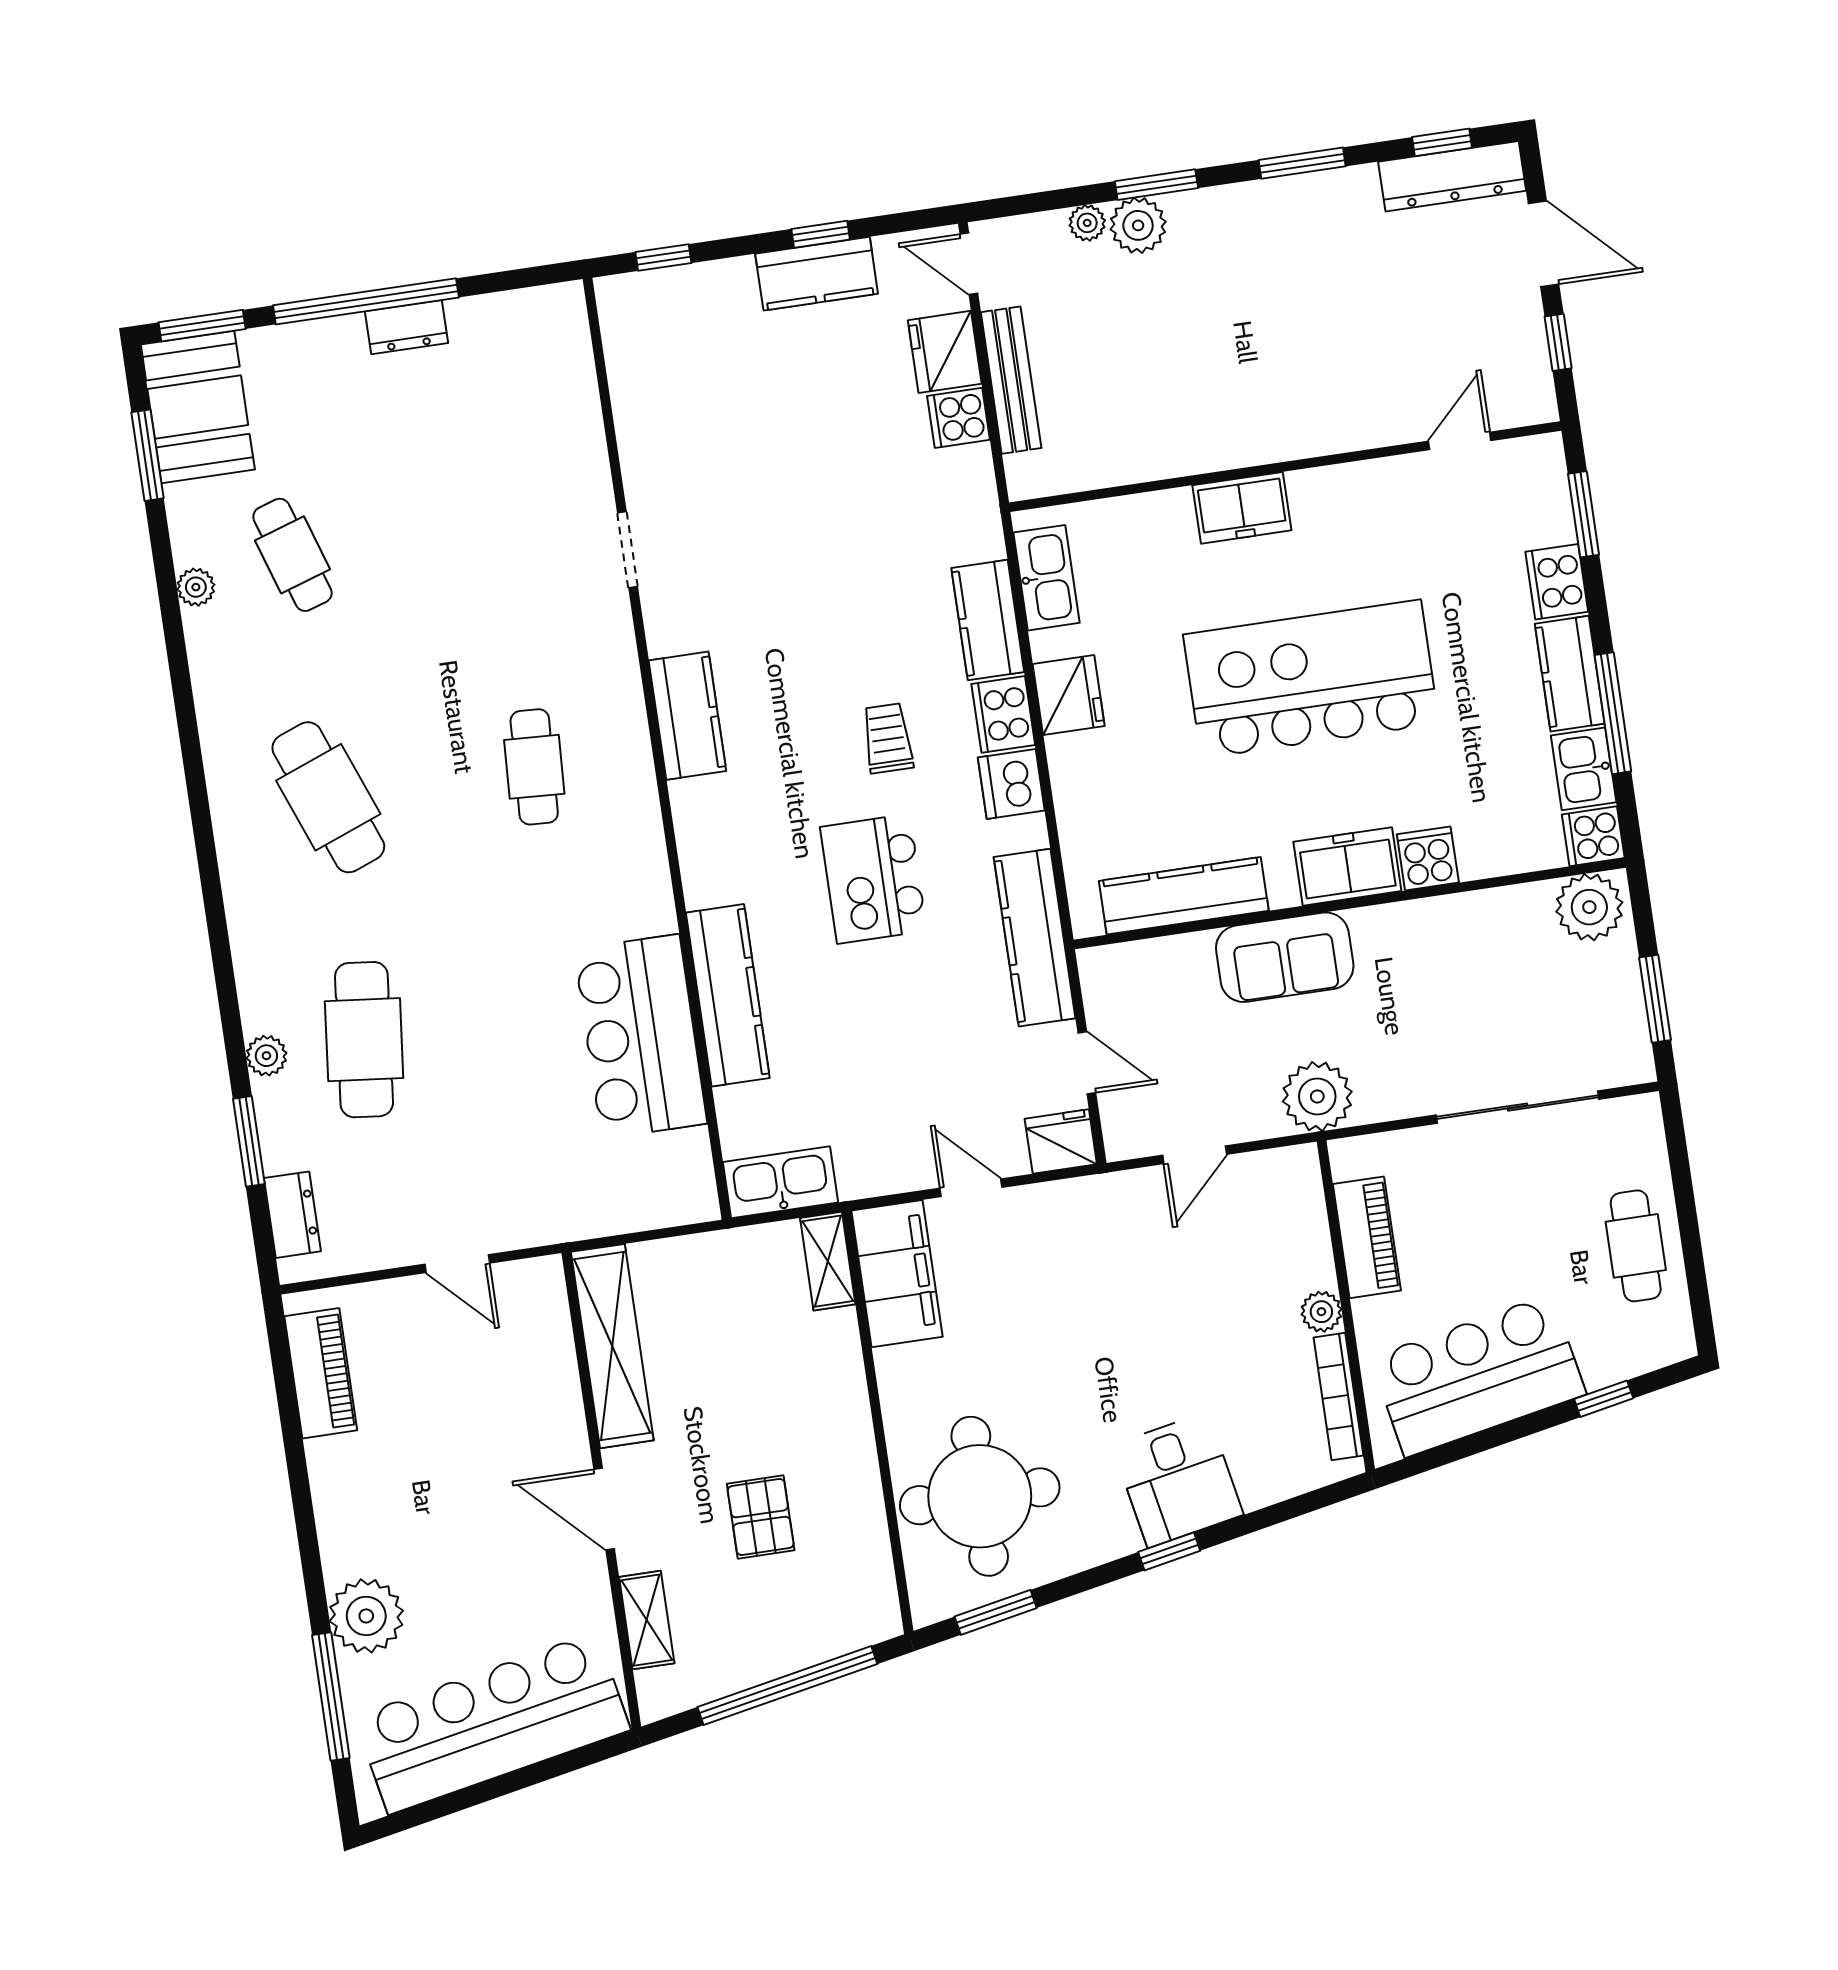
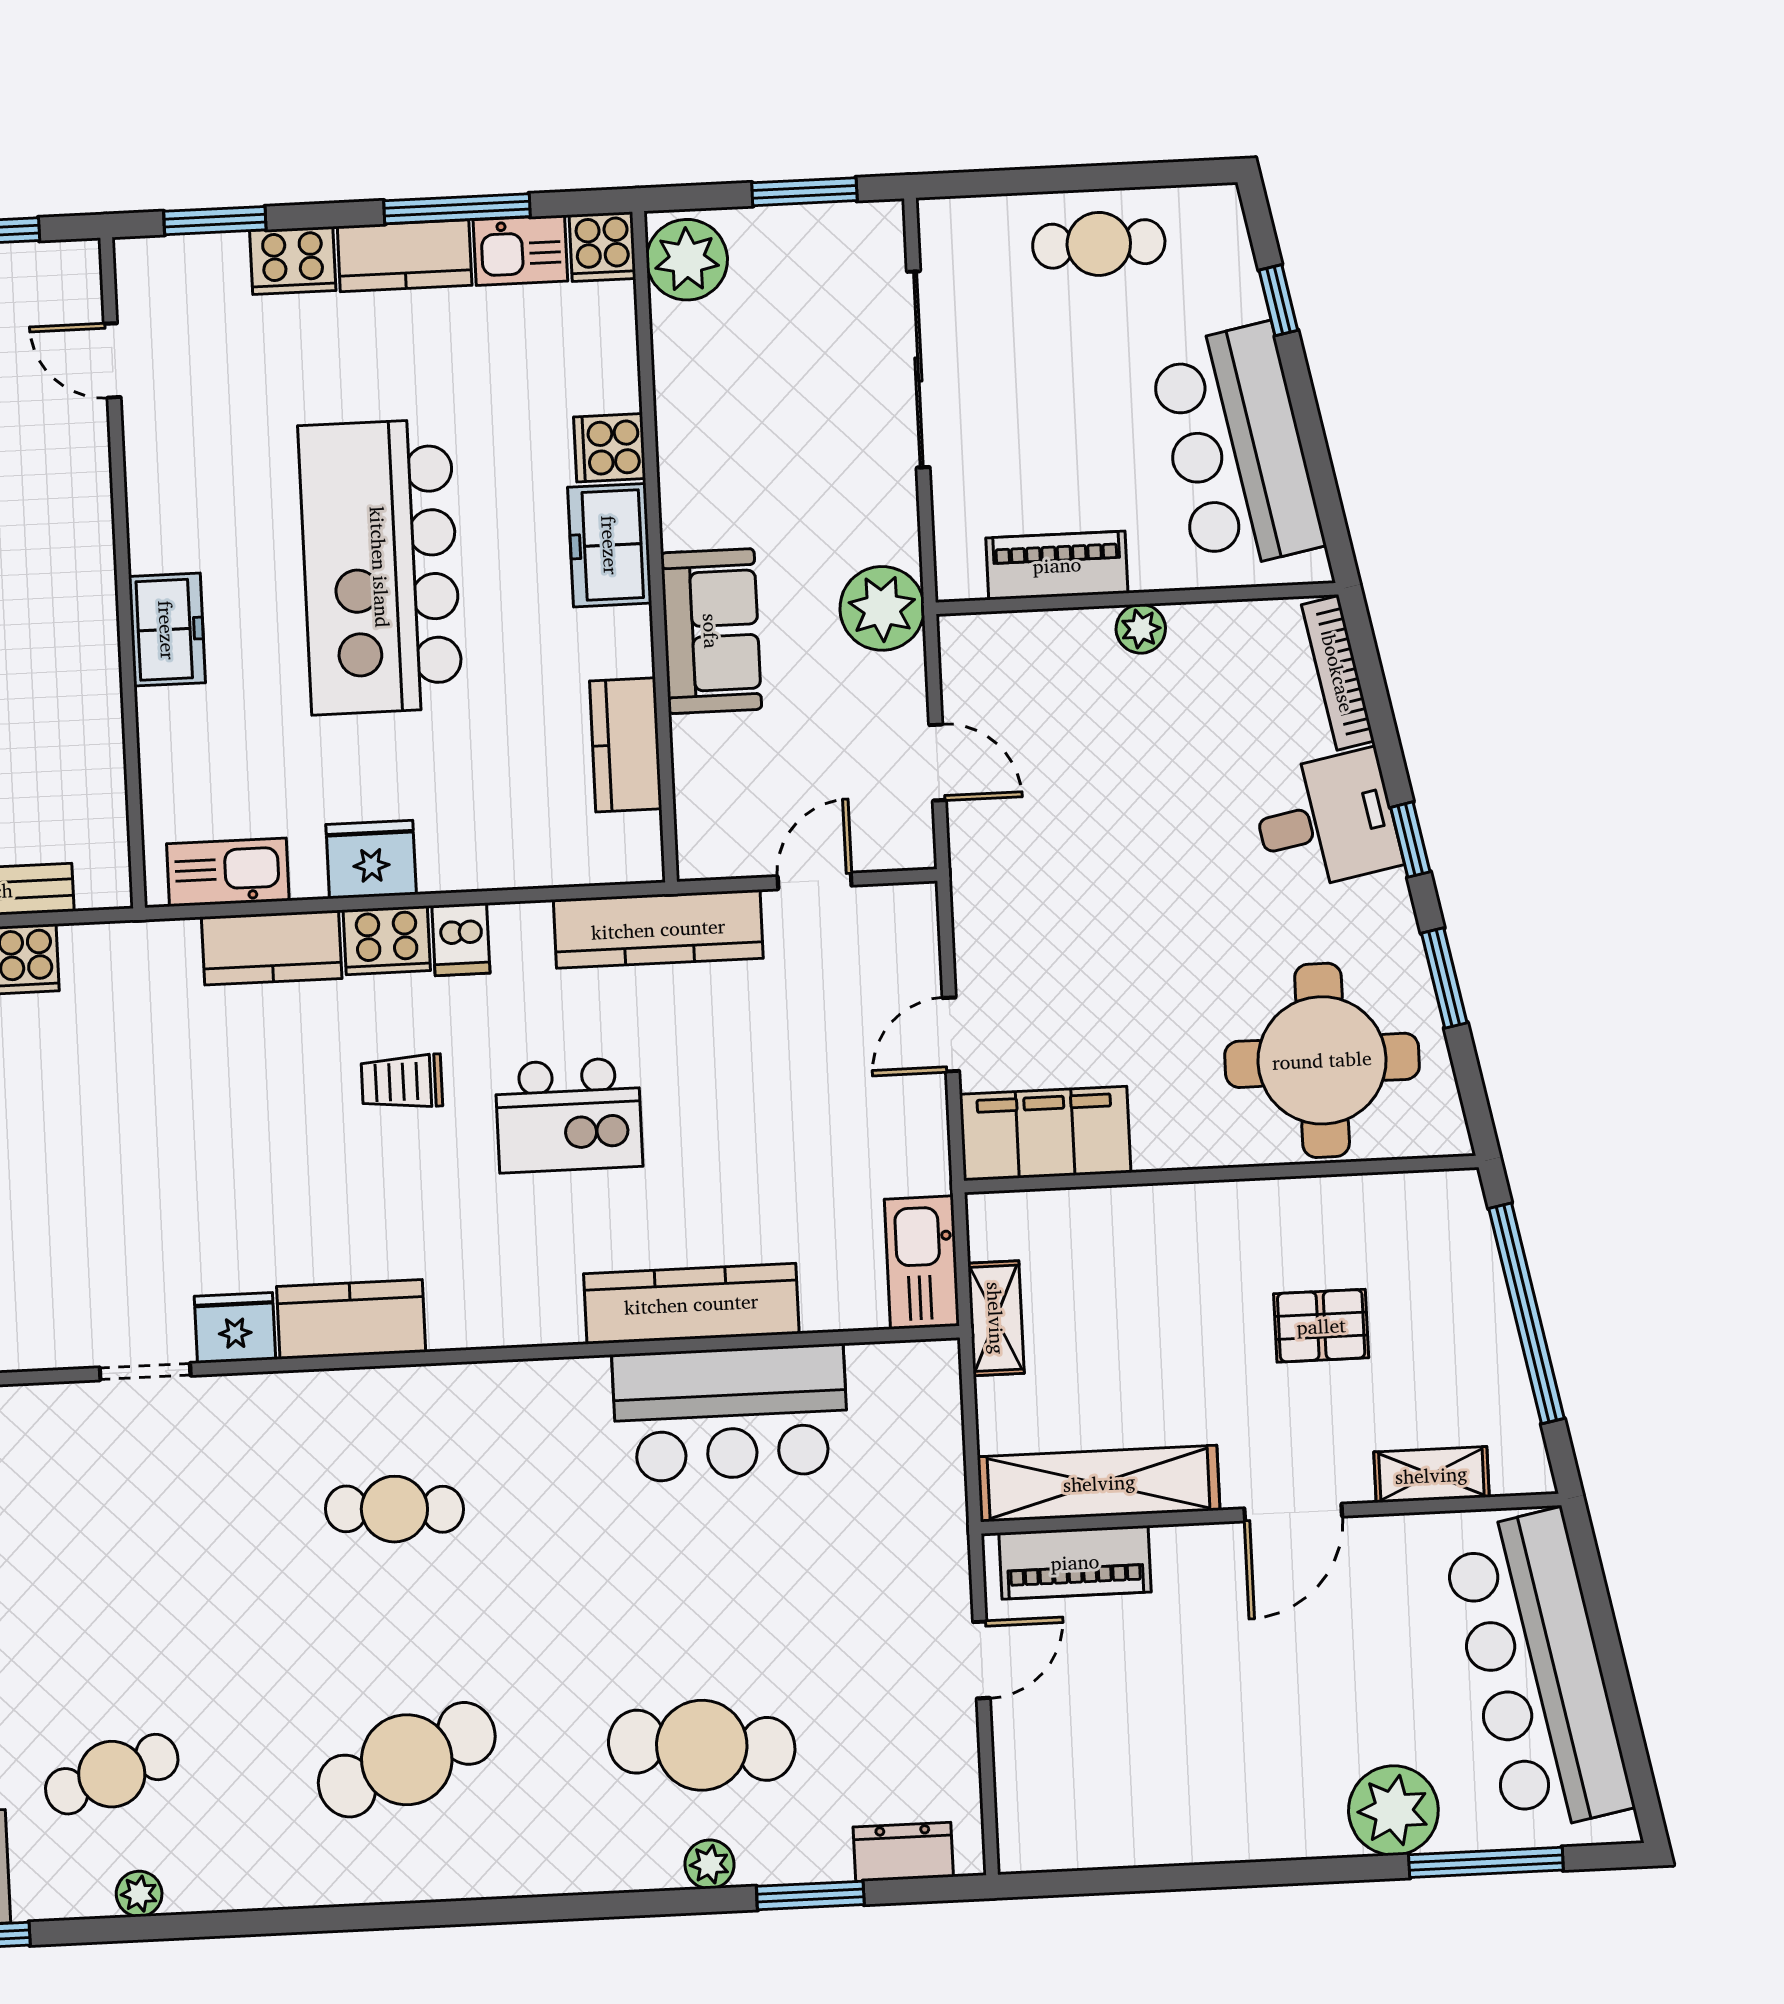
dishwasher: (1011, 784) -> (461, 939), width x0.73
kitchen counter: (1184, 896) -> (626, 745), width x0.67
fridge: (1061, 1141) -> (235, 1328), moved, turned 90
shelving: (828, 1261) -> (996, 1318), moved, turned 90
piano: (321, 1373) -> (1075, 1562), moved, turned 180
bookcase: (1338, 1397) -> (1338, 673), moved, turned 79
window: (996, 1612) -> (1444, 978), moved

